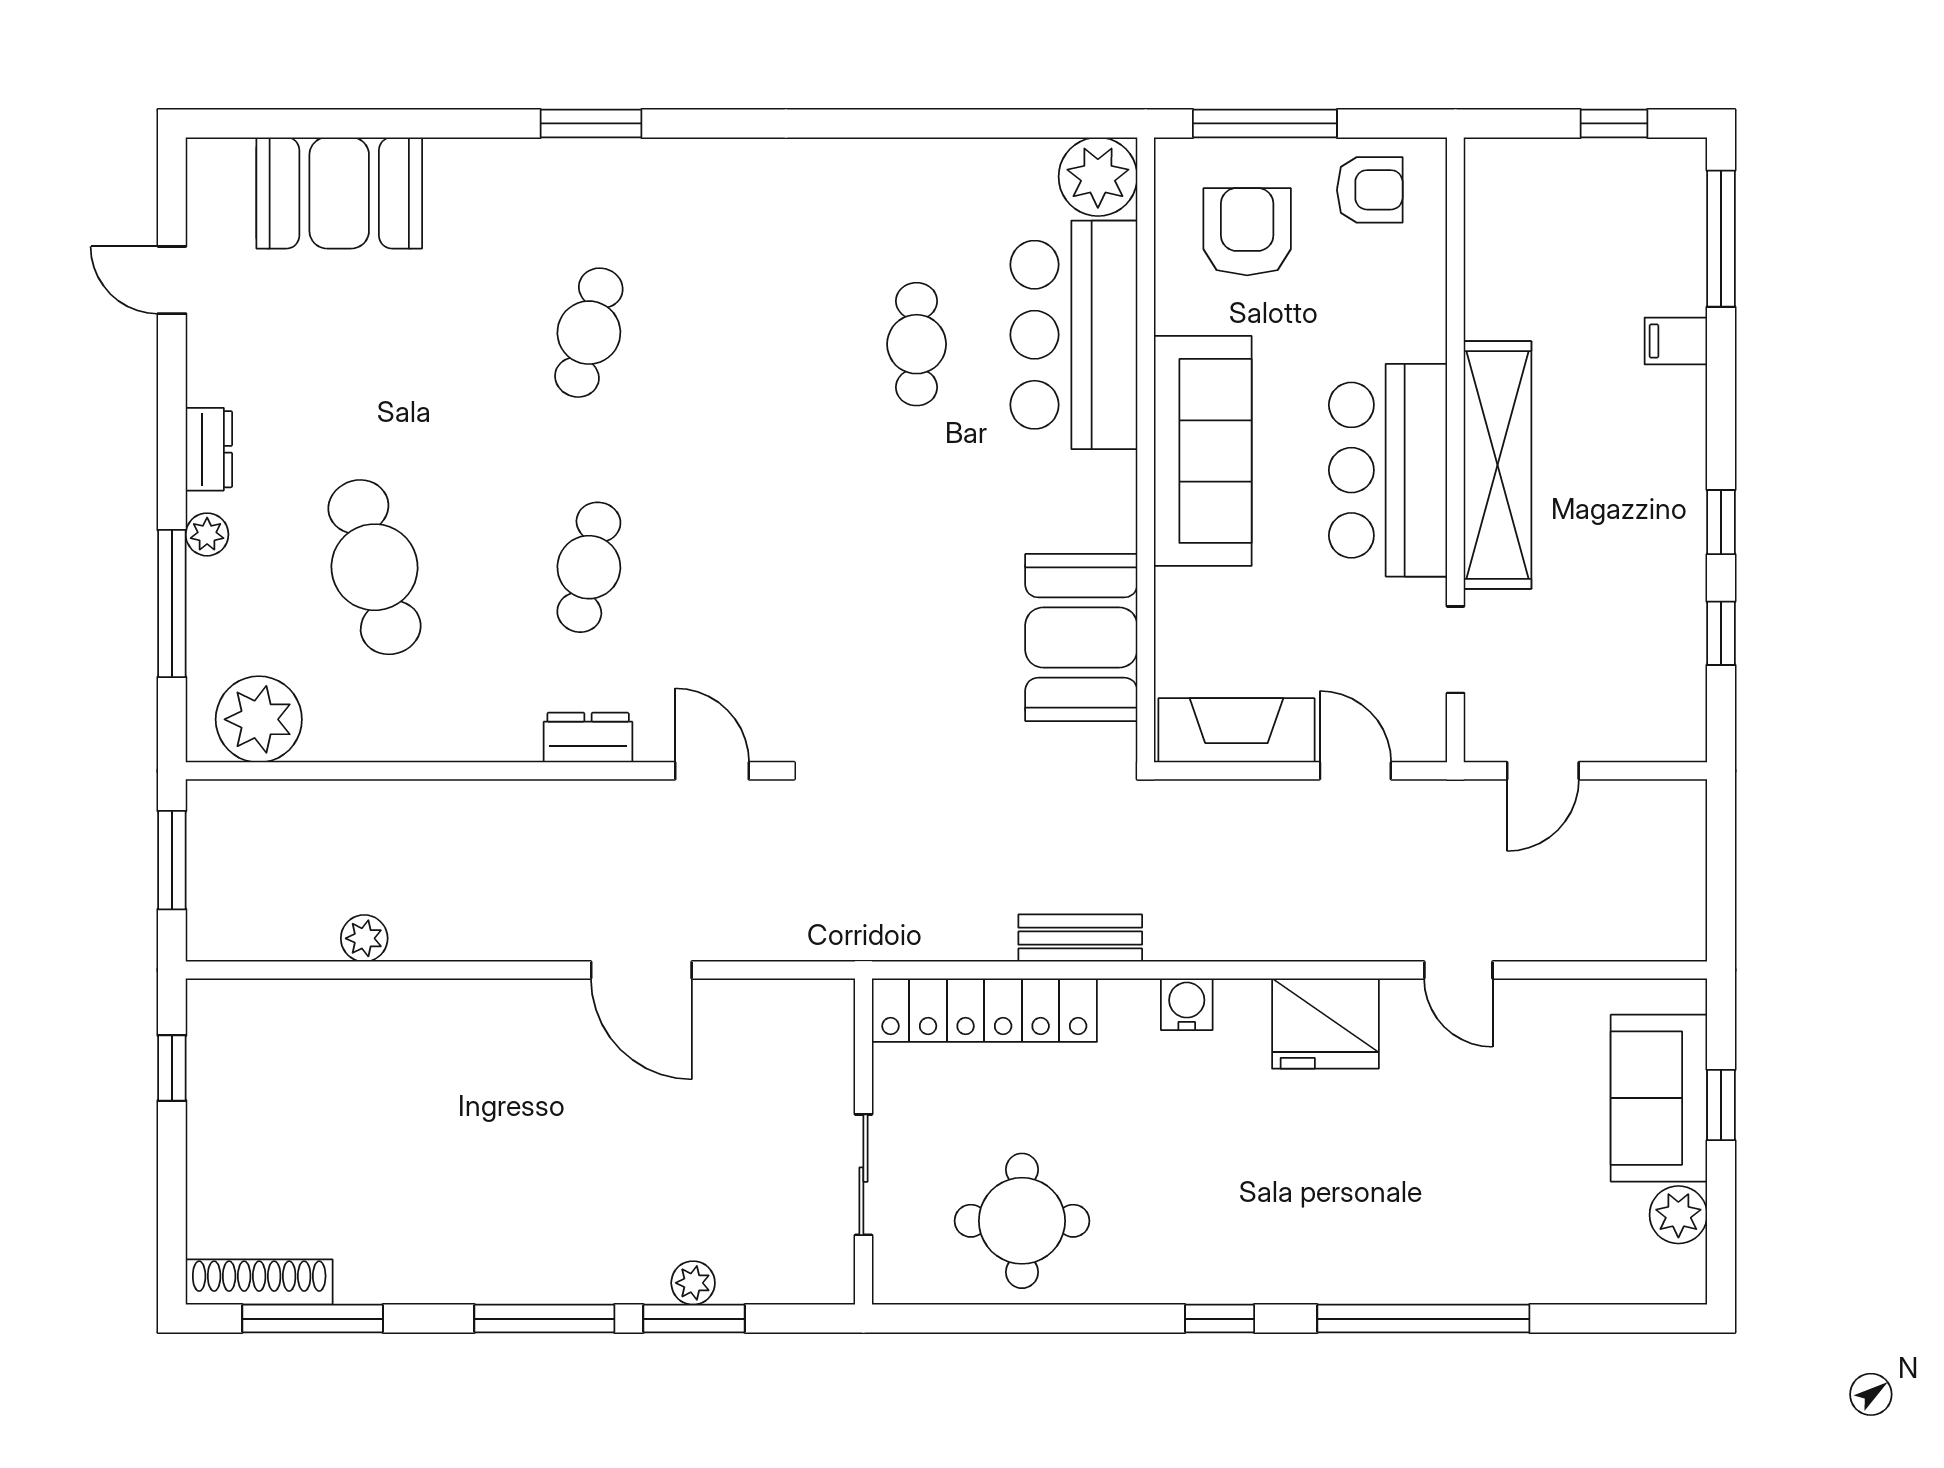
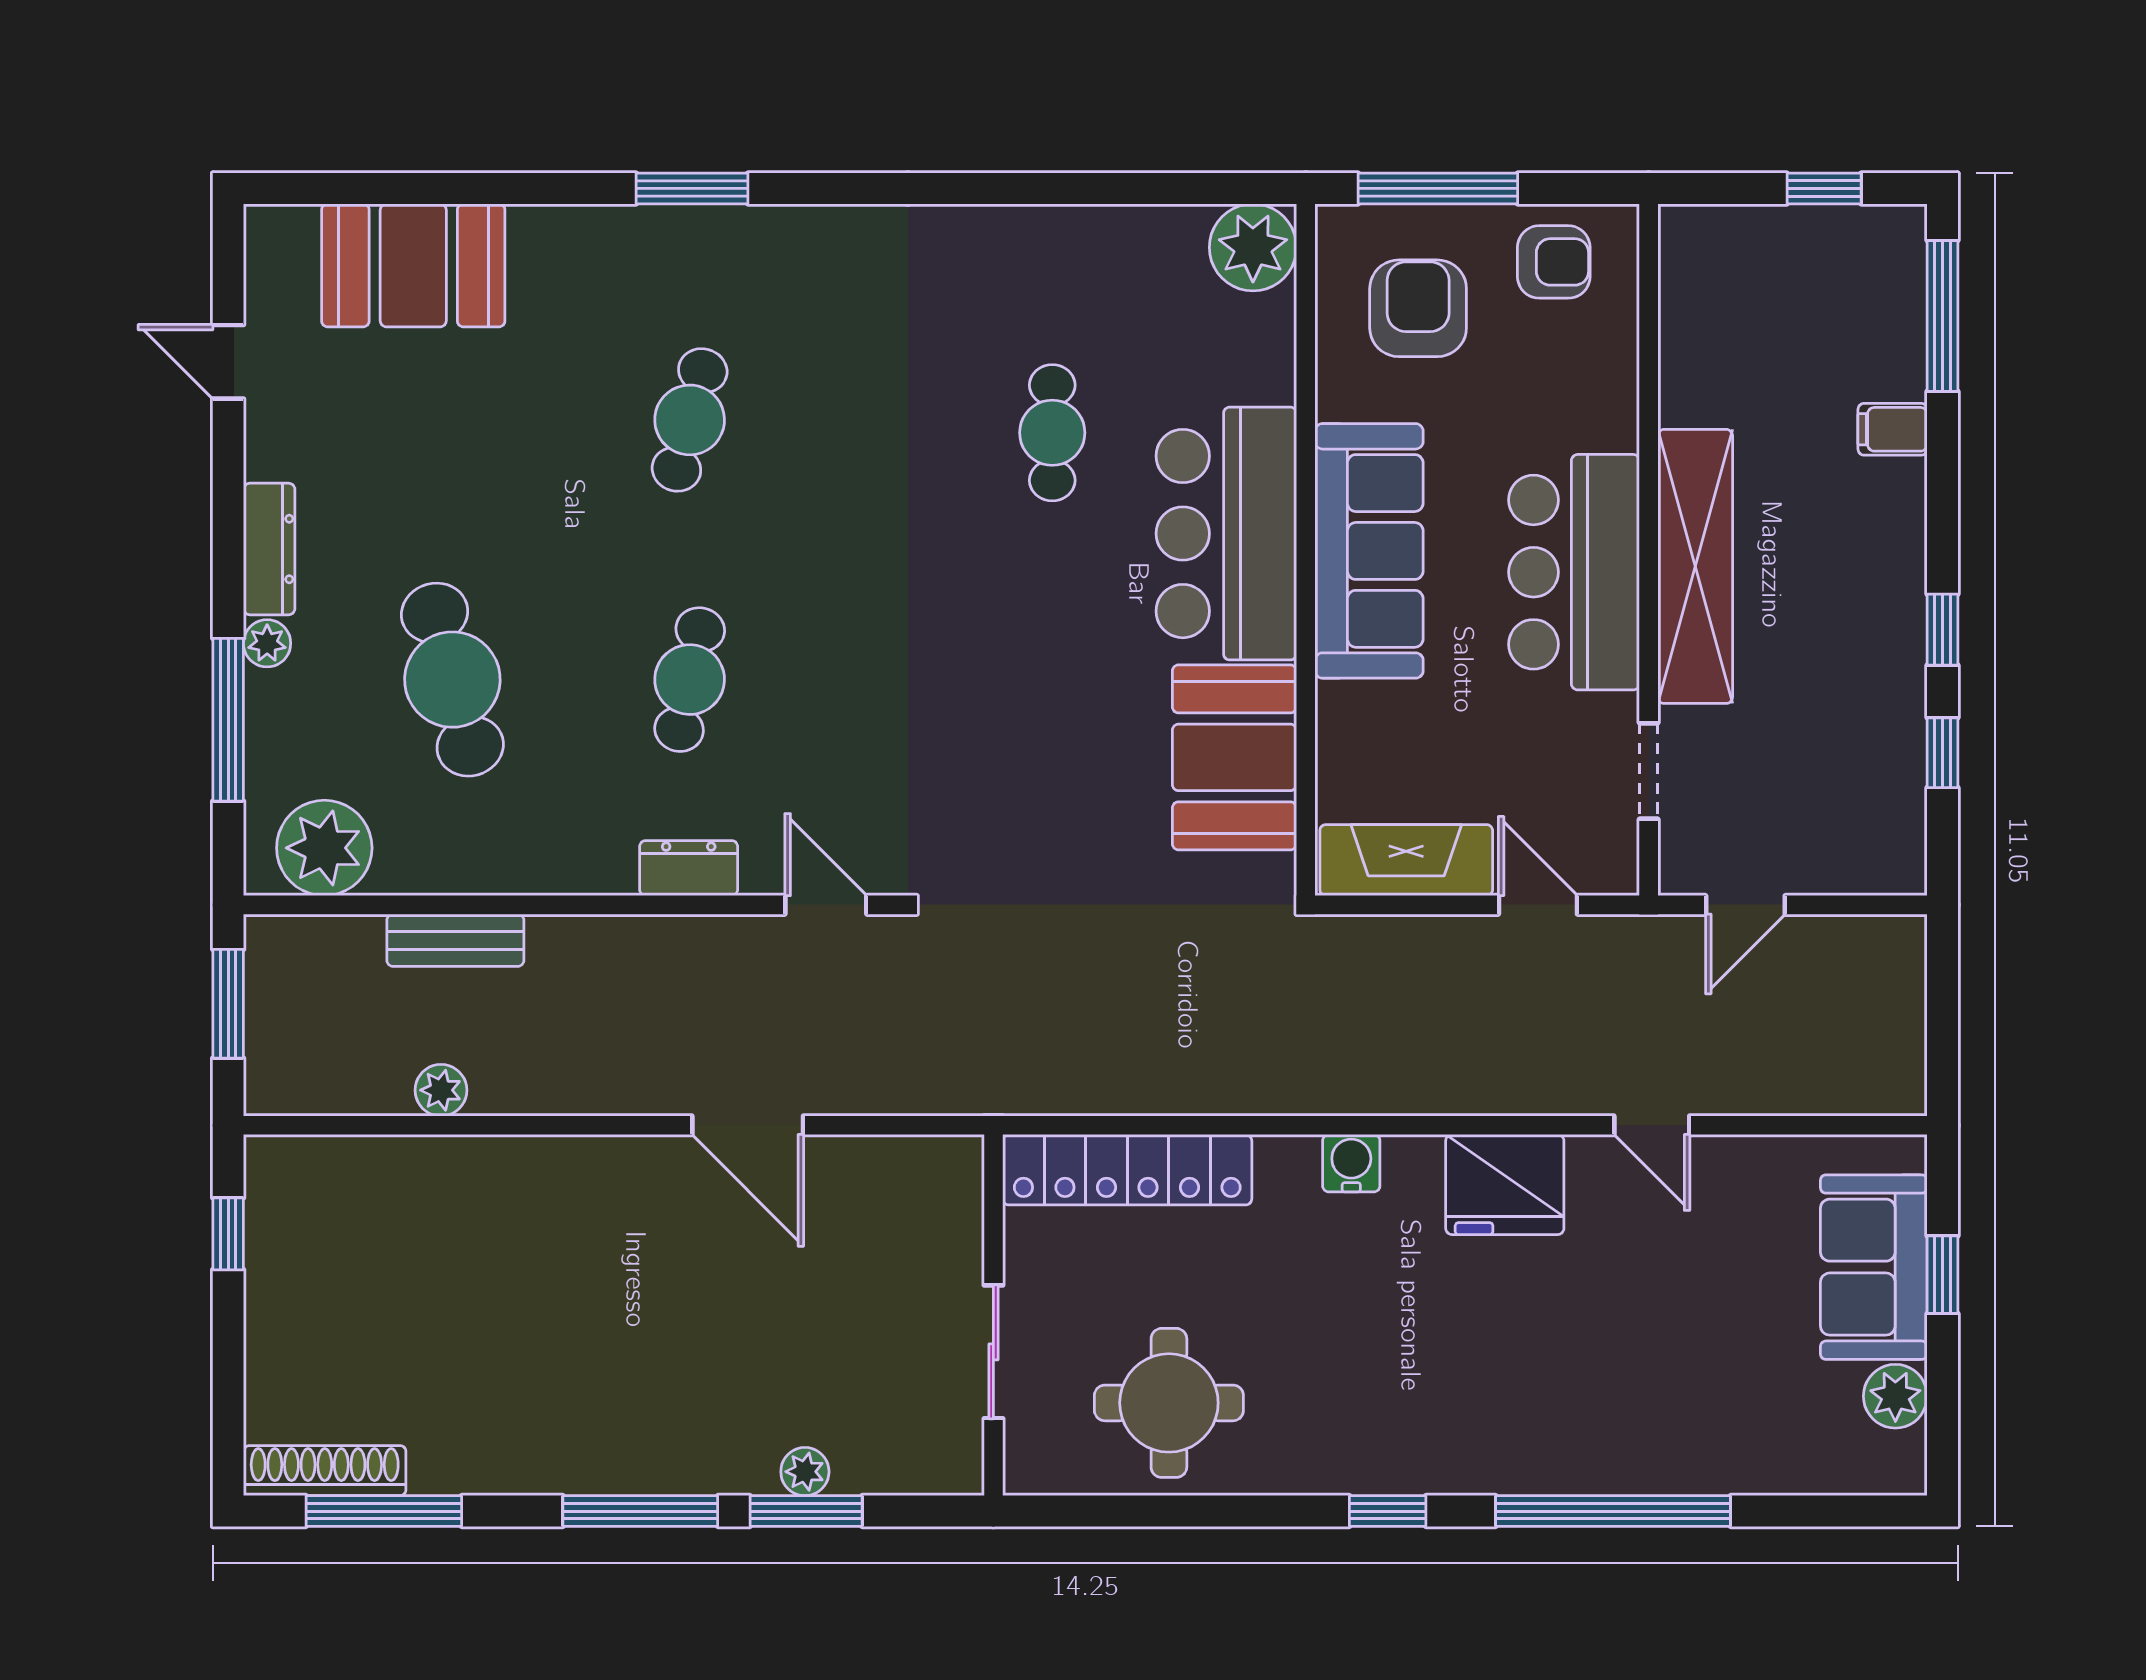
bar counter: (1074, 335) -> (1226, 534), moved
dresser: (209, 449) -> (269, 549), width x1.44
bench: (1080, 938) -> (455, 940), moved

